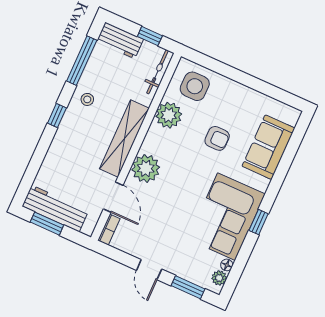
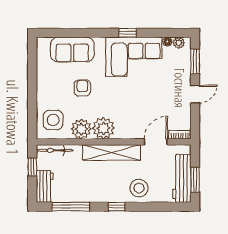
stool: (87, 99) -> (139, 188), moved, width x1.89, depth x1.89
plant: (146, 168) -> (103, 128), moved

